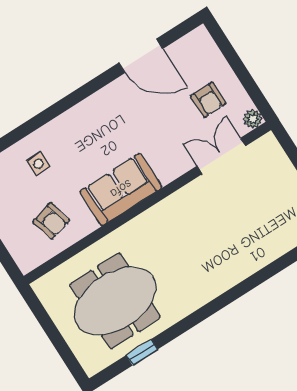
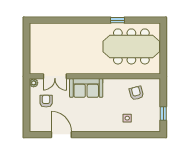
sofa: (121, 189) -> (86, 88), moved
meeting table: (115, 301) -> (131, 46), width x1.36
window: (142, 352) -> (117, 20), moved

